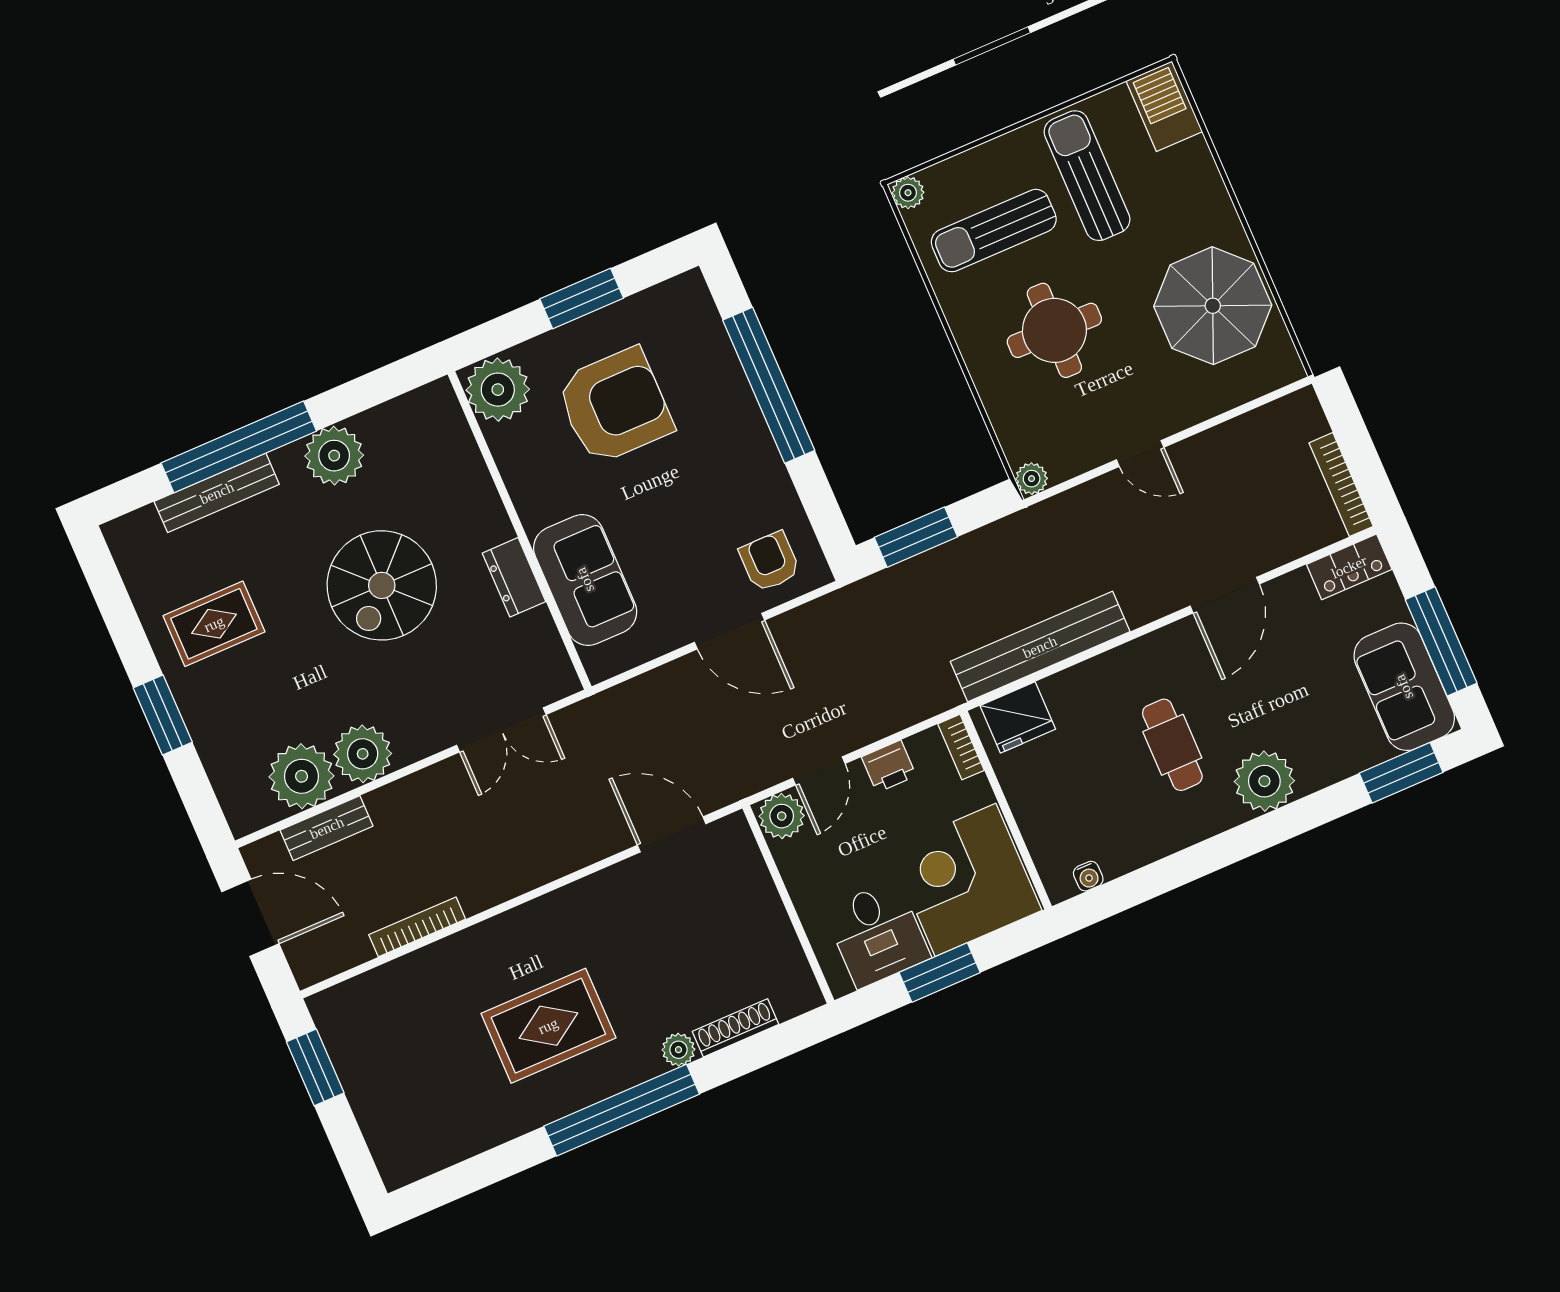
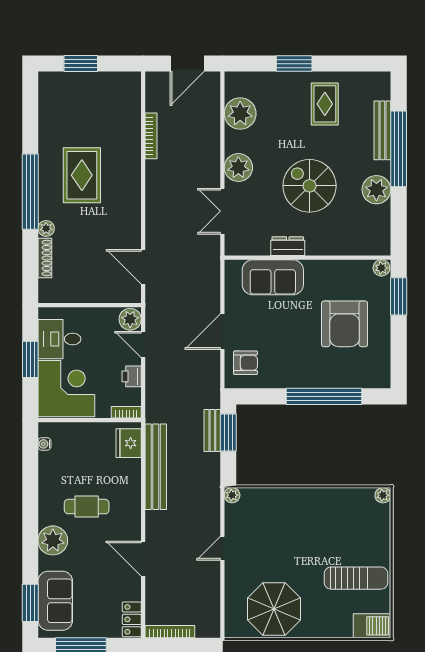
sun lounger: (994, 231) -> (350, 526), removed
window: (582, 299) -> (399, 296), moved
round table: (1054, 330) -> (294, 534), removed
plant: (498, 390) -> (381, 268), width x0.53, depth x0.53
sofa: (1404, 687) -> (55, 601), moved, turned 90
plant: (363, 754) -> (238, 168), moved
bench: (327, 828) -> (212, 431), moved
door: (672, 834) -> (143, 267), swing flipped
window: (315, 1067) -> (81, 64), moved

